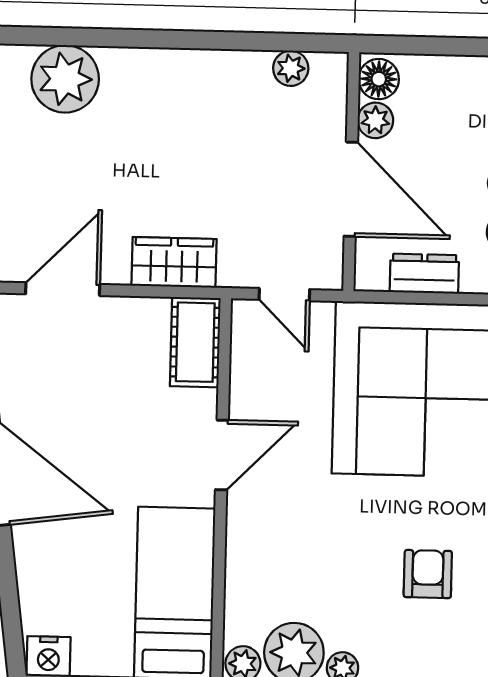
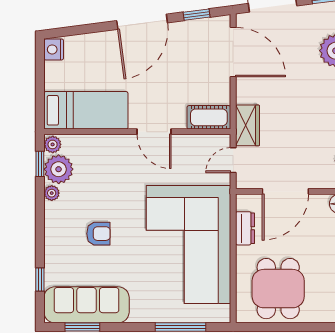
plant: (375, 120) -> (319, 203), removed
wardrobe: (174, 262) -> (248, 125), moved
door: (63, 289) -> (233, 52), width x1.36

